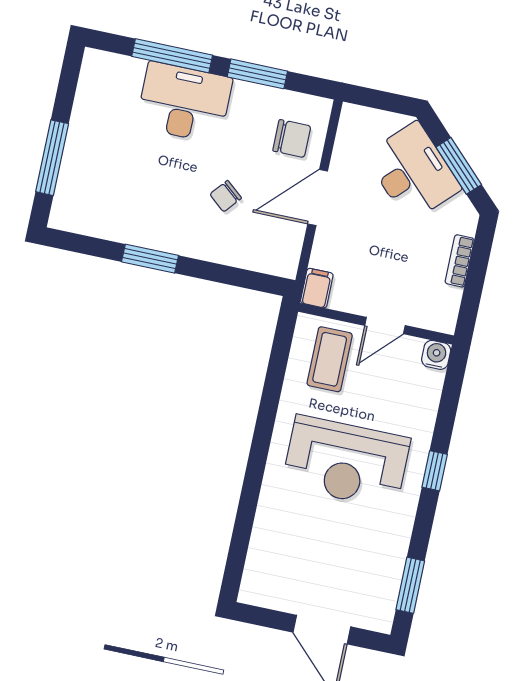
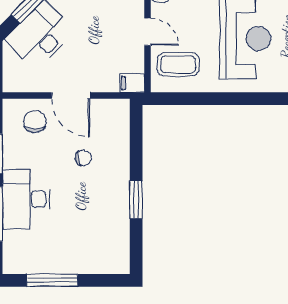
window: (52, 158) -> (52, 280), moved
chair: (226, 196) -> (83, 158), turned -53

